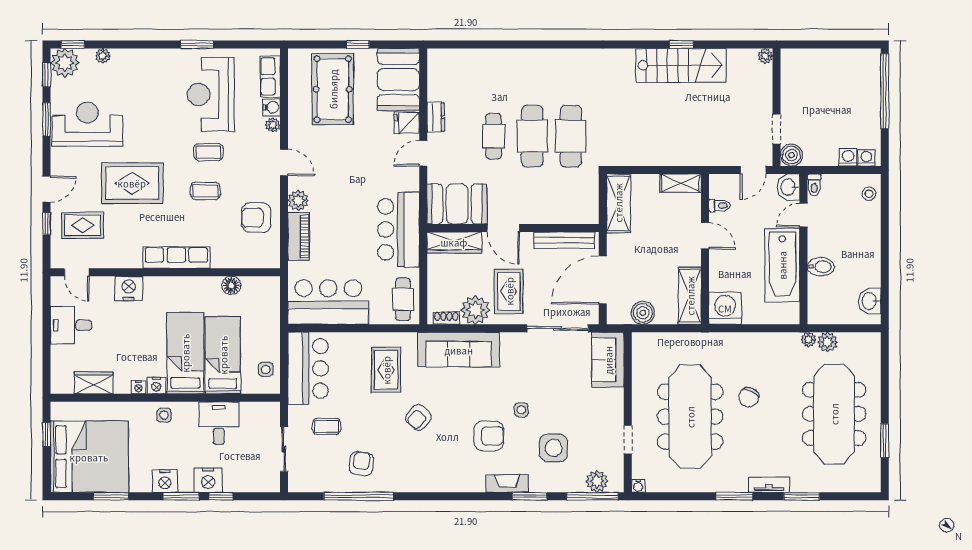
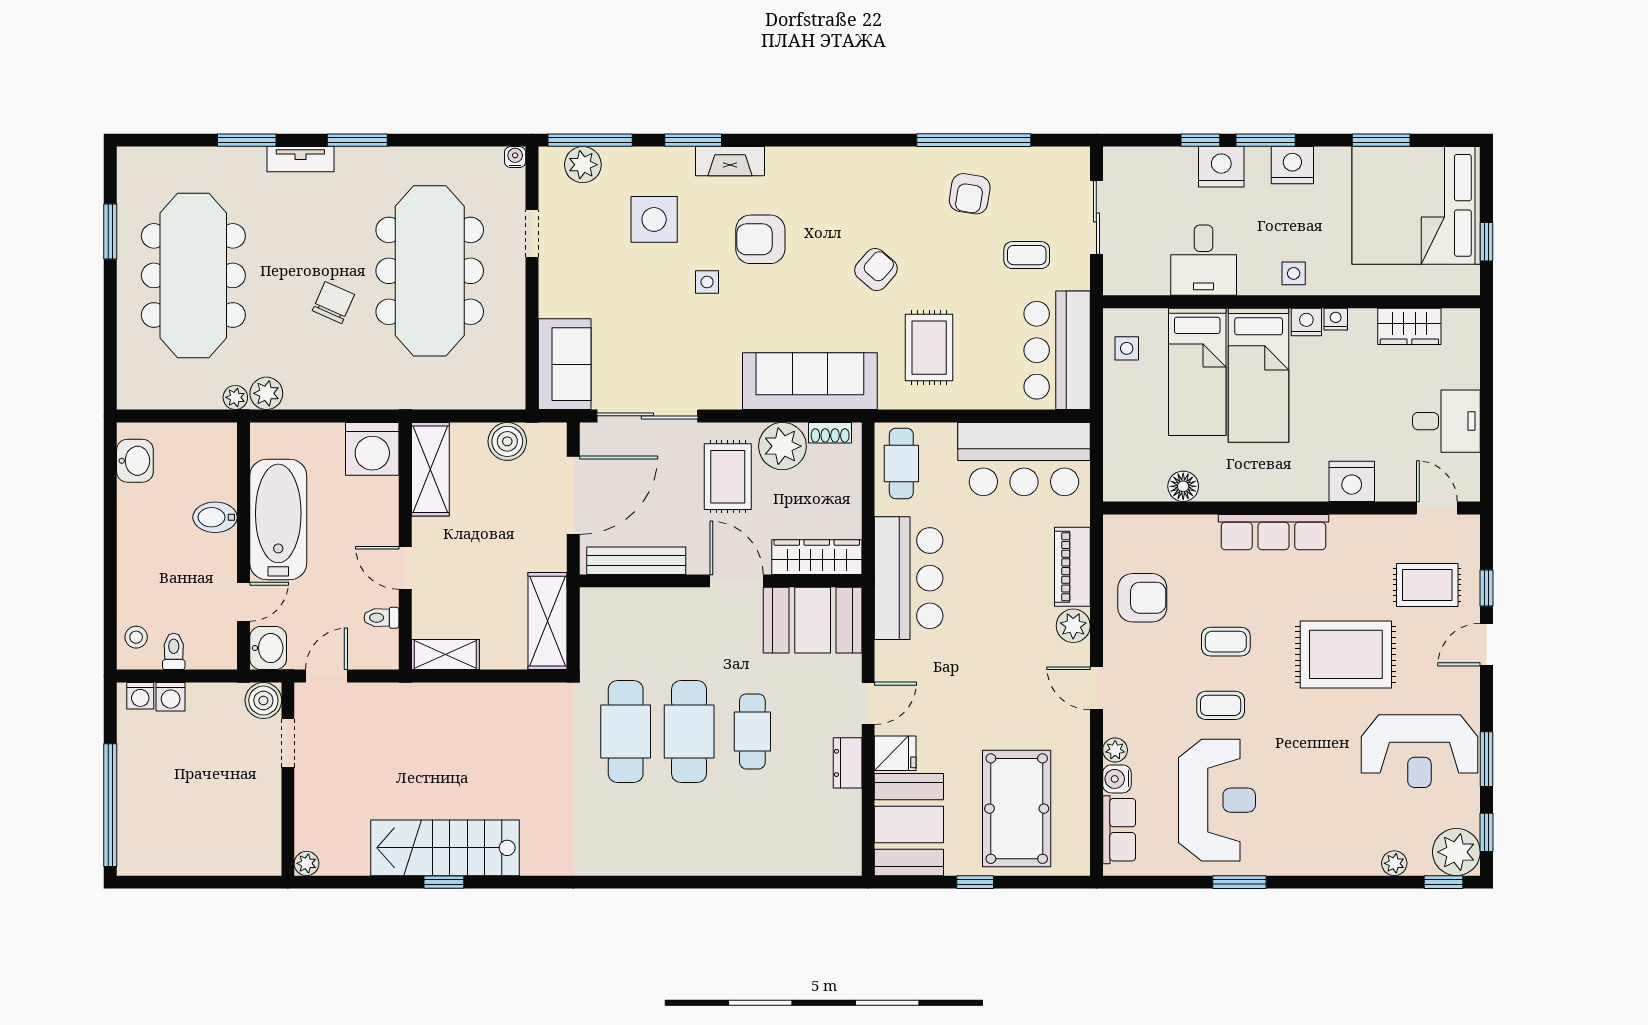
toilet: (814, 185) -> (174, 651), moved
plant: (827, 342) -> (266, 393), moved

